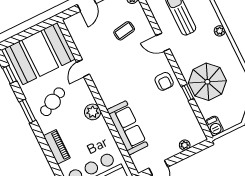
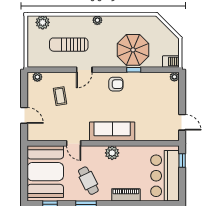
sofa: (127, 128) -> (112, 131), moved
plant: (185, 145) -> (174, 77), moved

